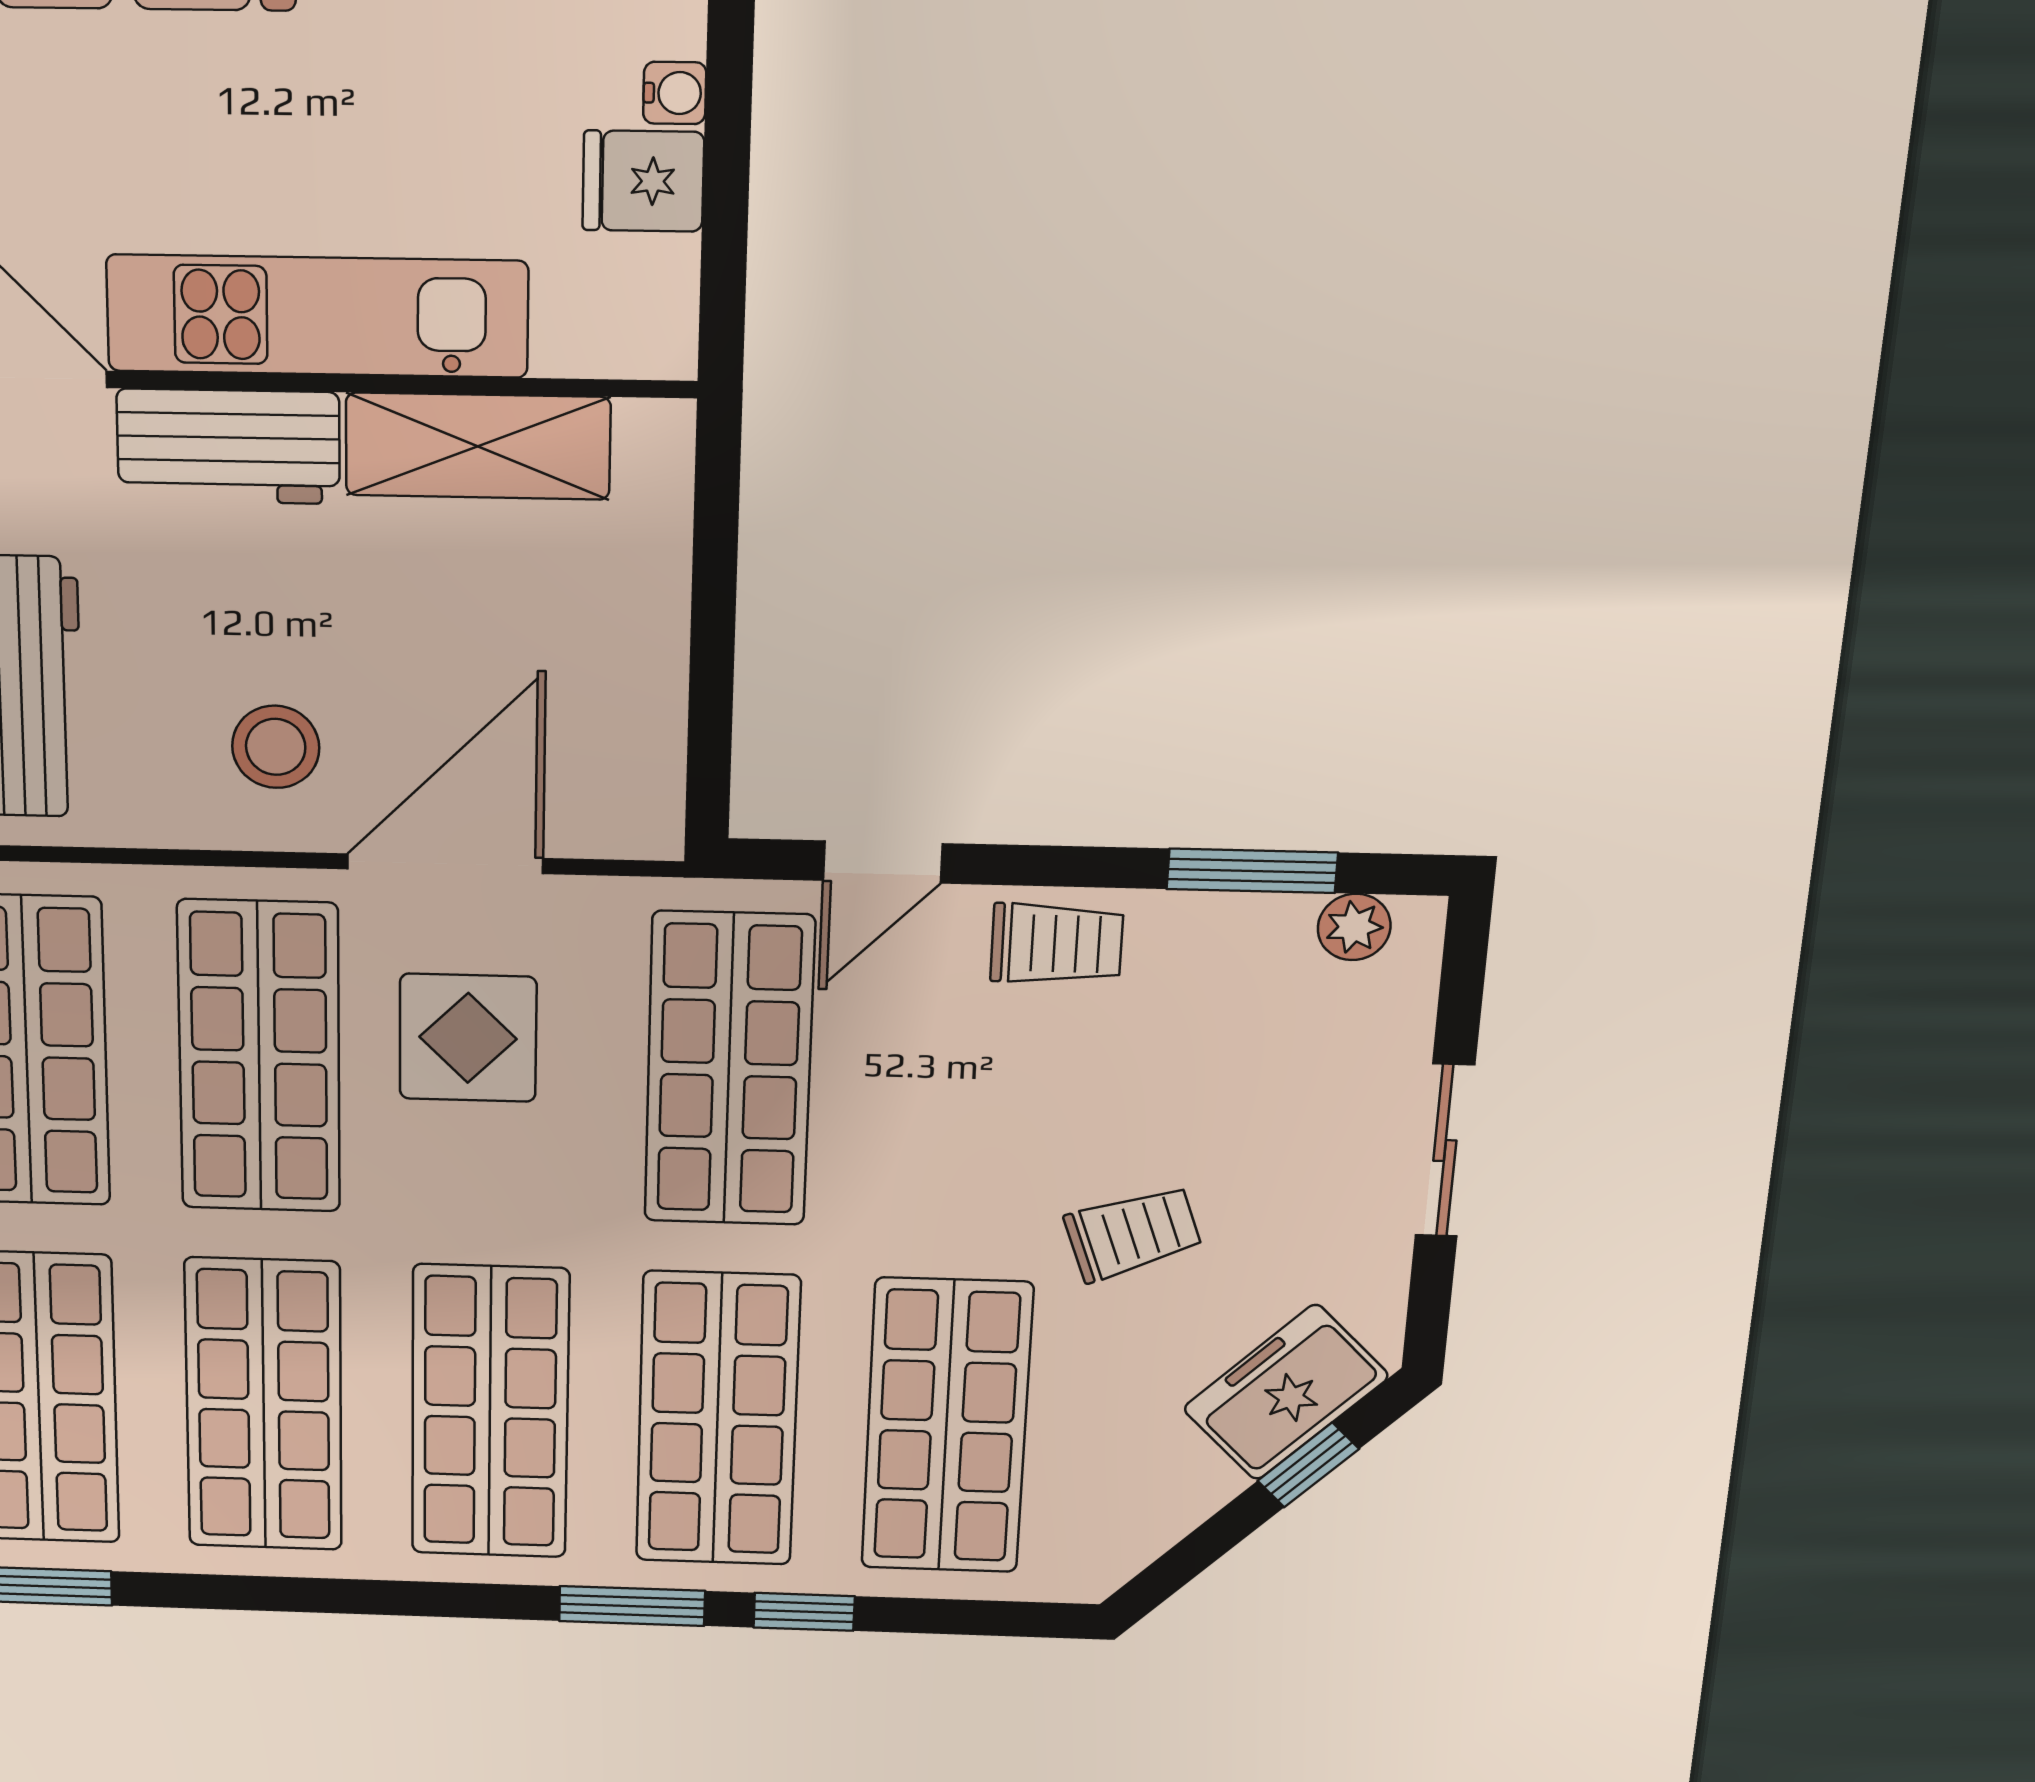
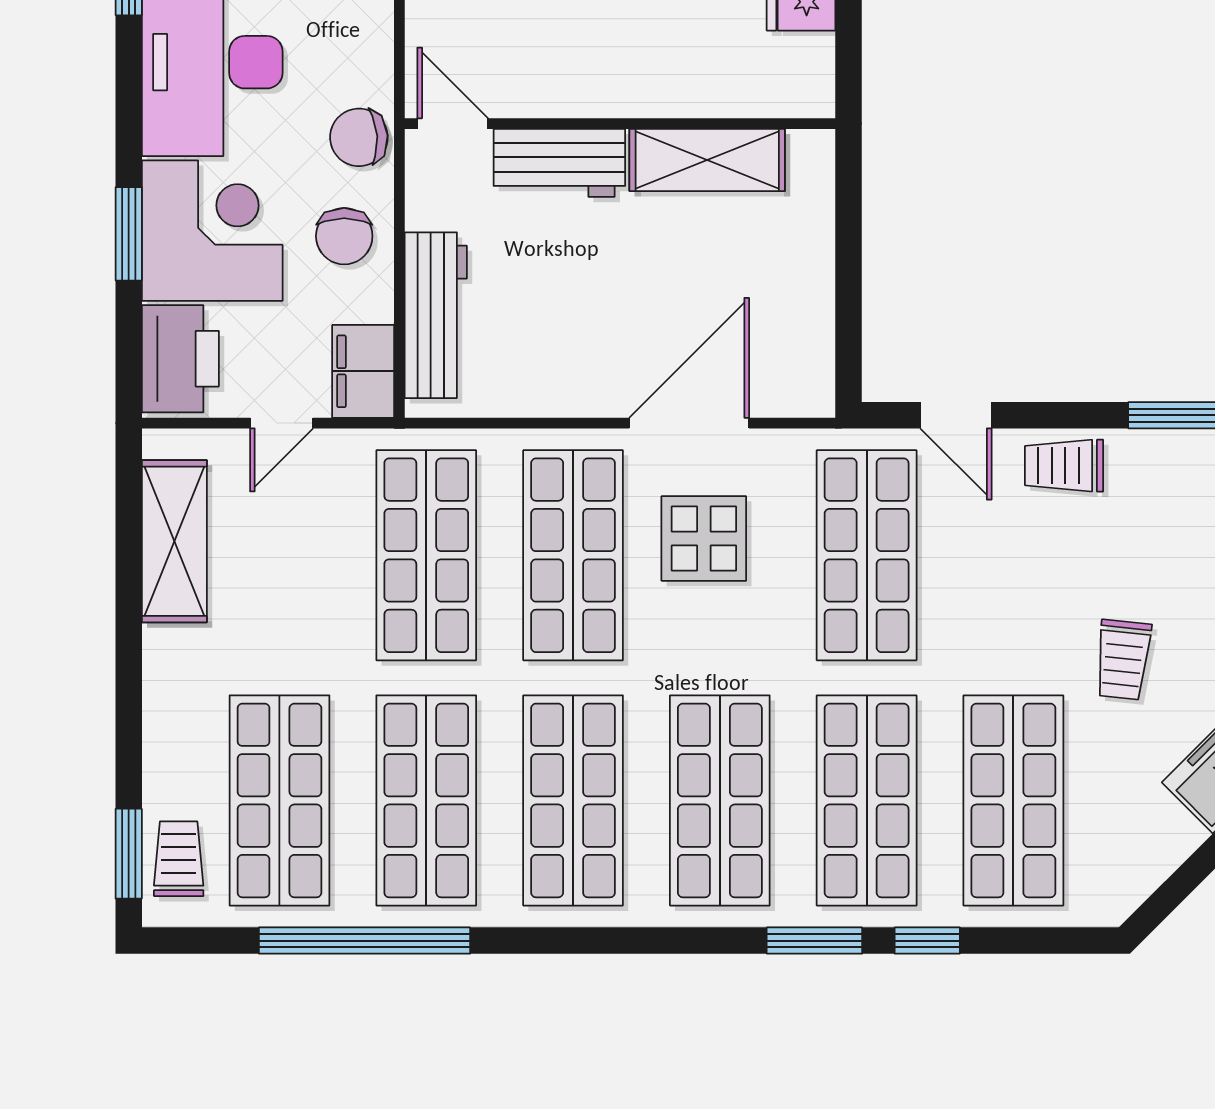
kitchen unit: (317, 316) -> (613, 84), removed
stool: (276, 747) -> (586, 350), removed
door: (883, 862) -> (956, 415), hinge flipped
trolley: (1057, 944) -> (1064, 466), turned 180
trolley: (1133, 1233) -> (1123, 660), turned 116

